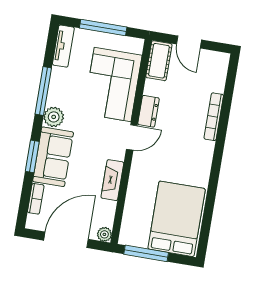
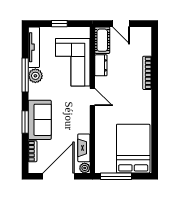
window: (103, 27) -> (59, 24), width x0.46
tv unit: (63, 46) -> (34, 47), width x1.41
dresser: (149, 111) -> (101, 65), moved
plant: (54, 117) -> (35, 76), moved
door: (132, 137) -> (92, 97), hinge flipped
fireplace: (112, 180) -> (84, 148), moved

